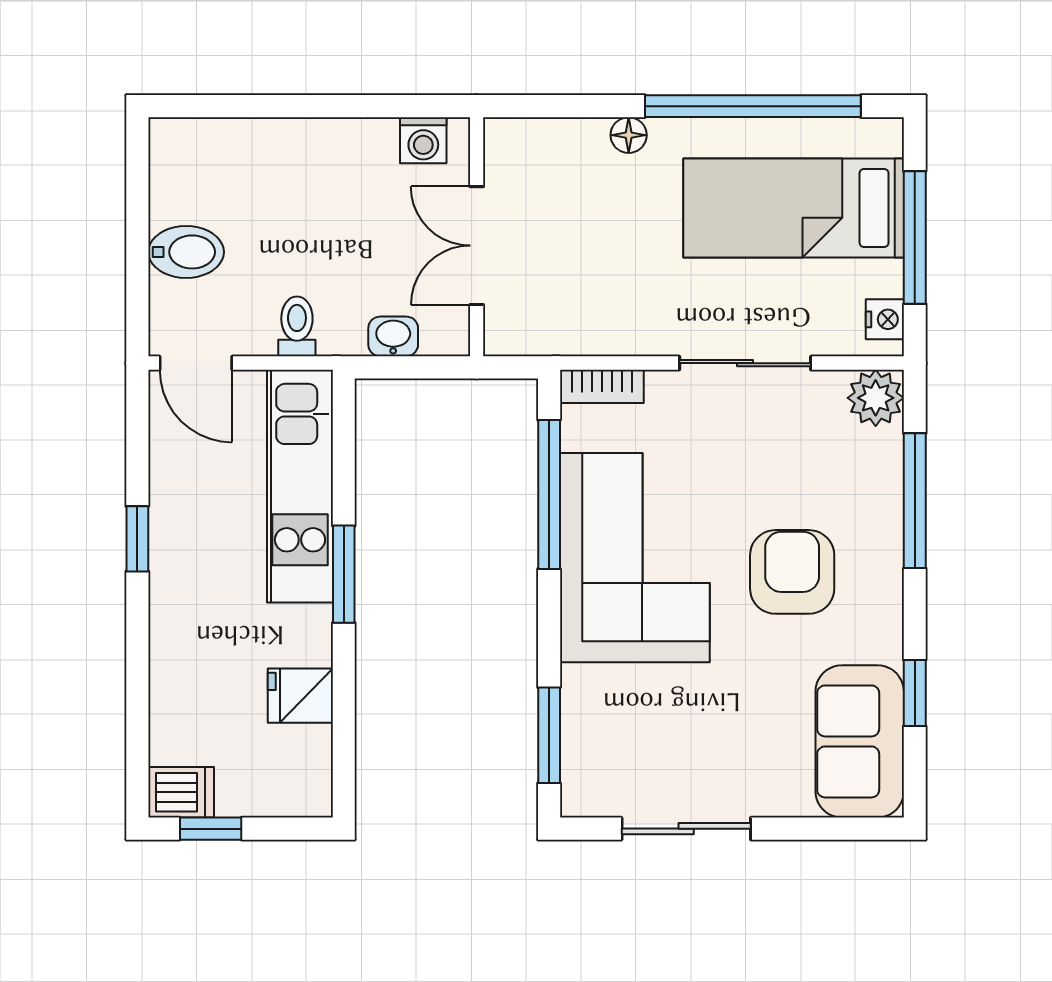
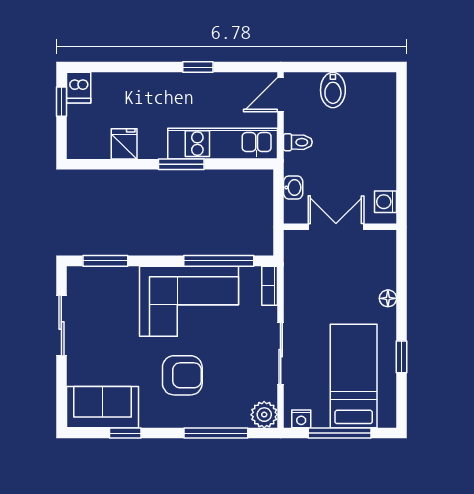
window: (753, 106) -> (402, 357), width x0.32

